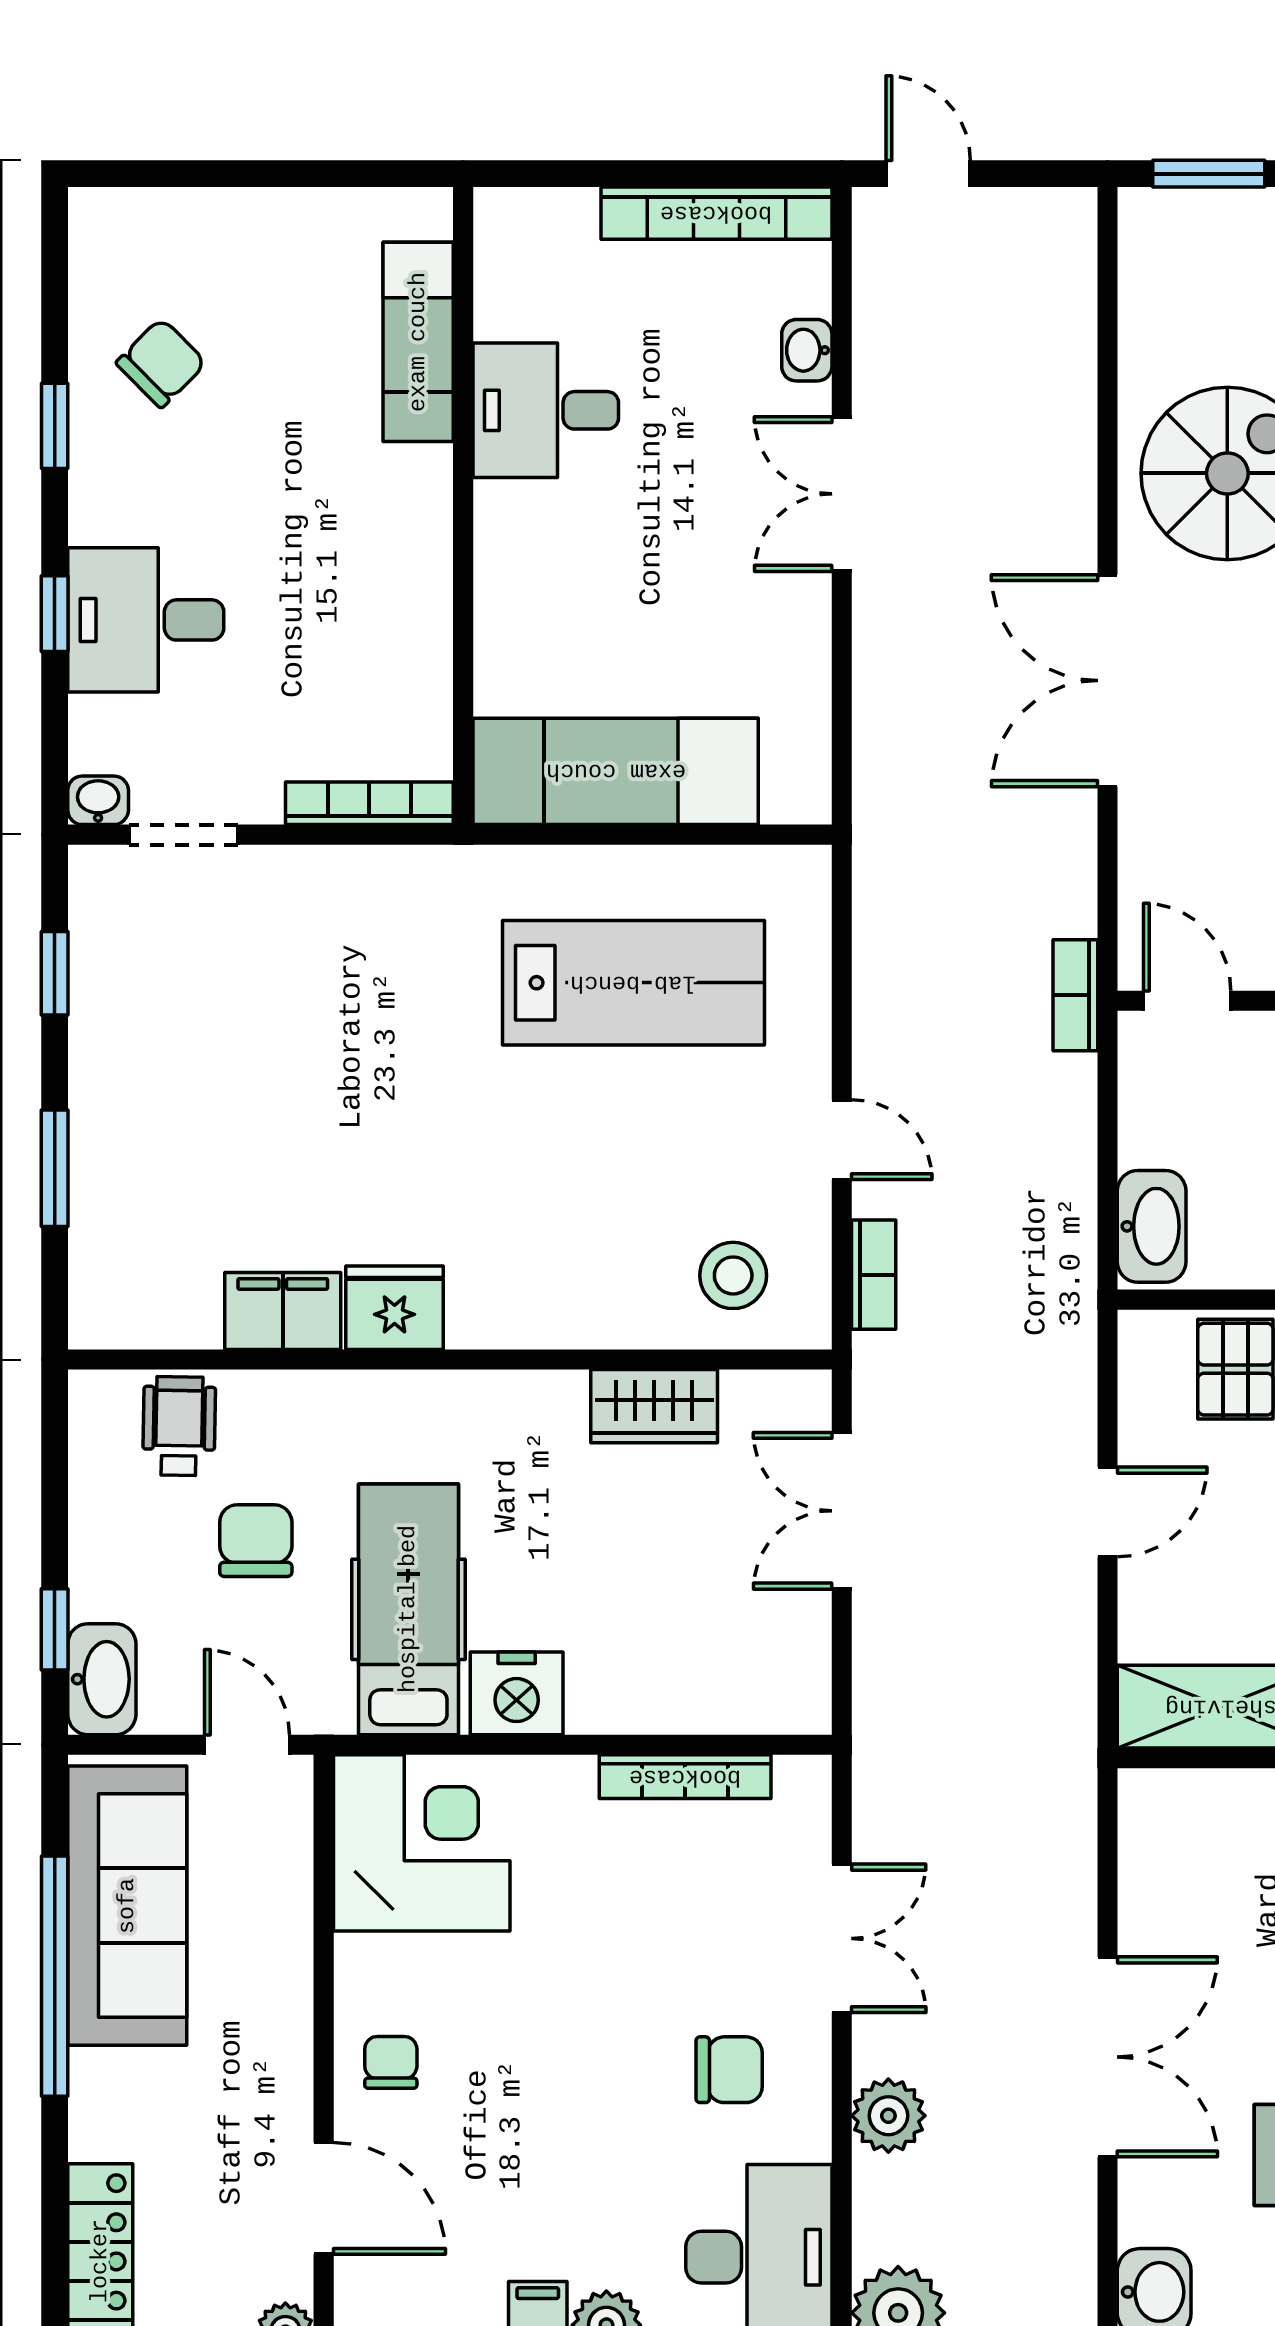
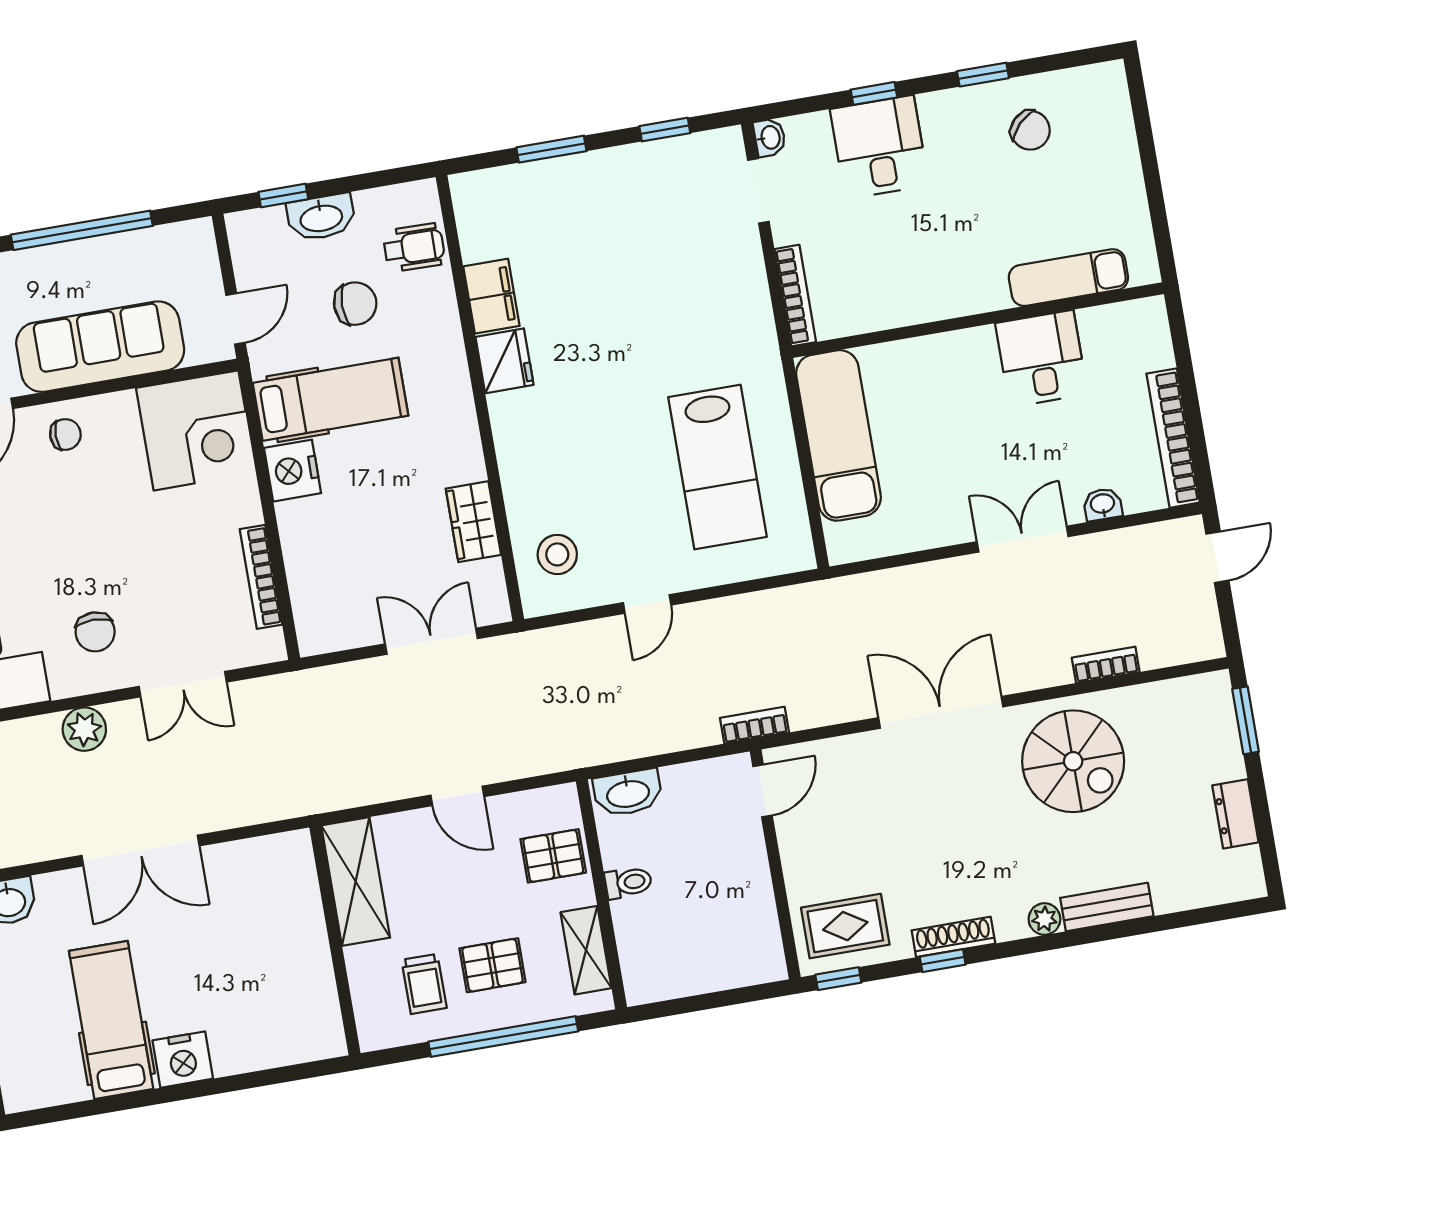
bookcase: (874, 1275) -> (1106, 665), moved, turned 180
washbasin: (102, 1679) -> (321, 217), moved
sofa: (127, 1906) -> (100, 347), moved, turned 180

